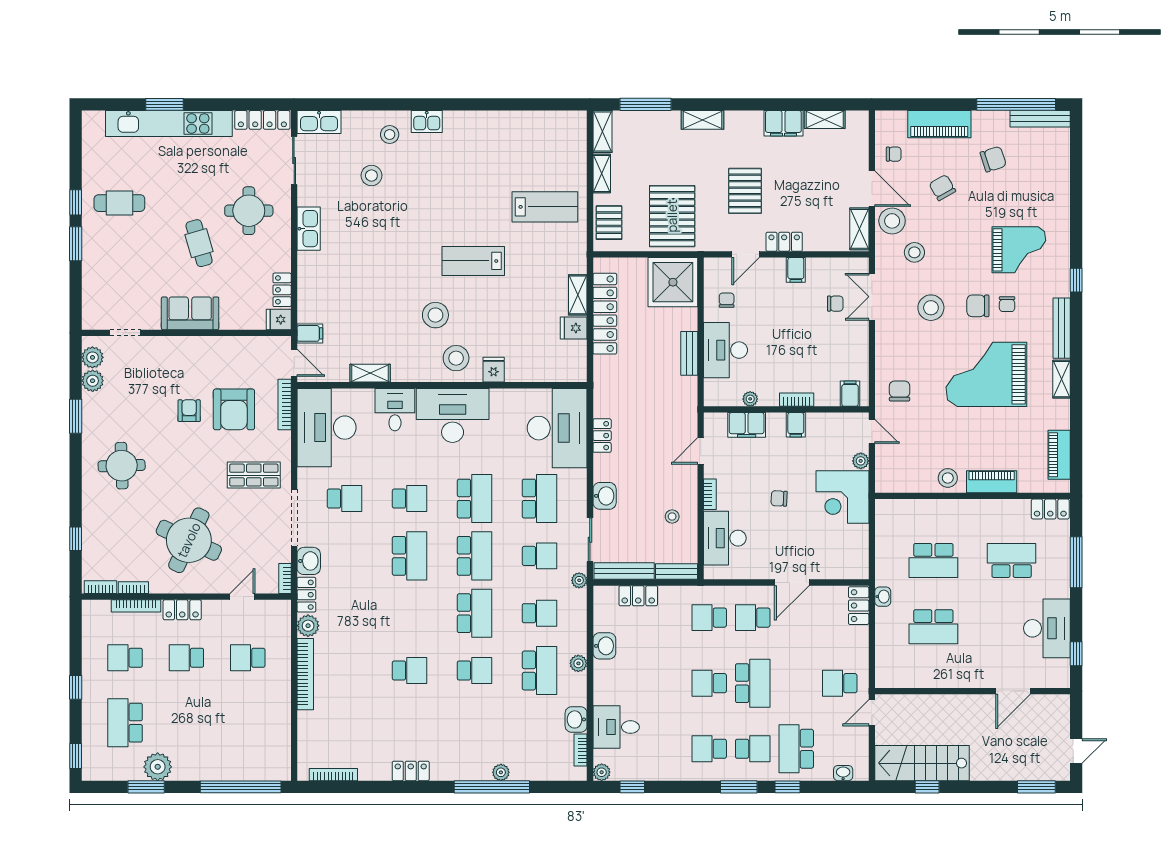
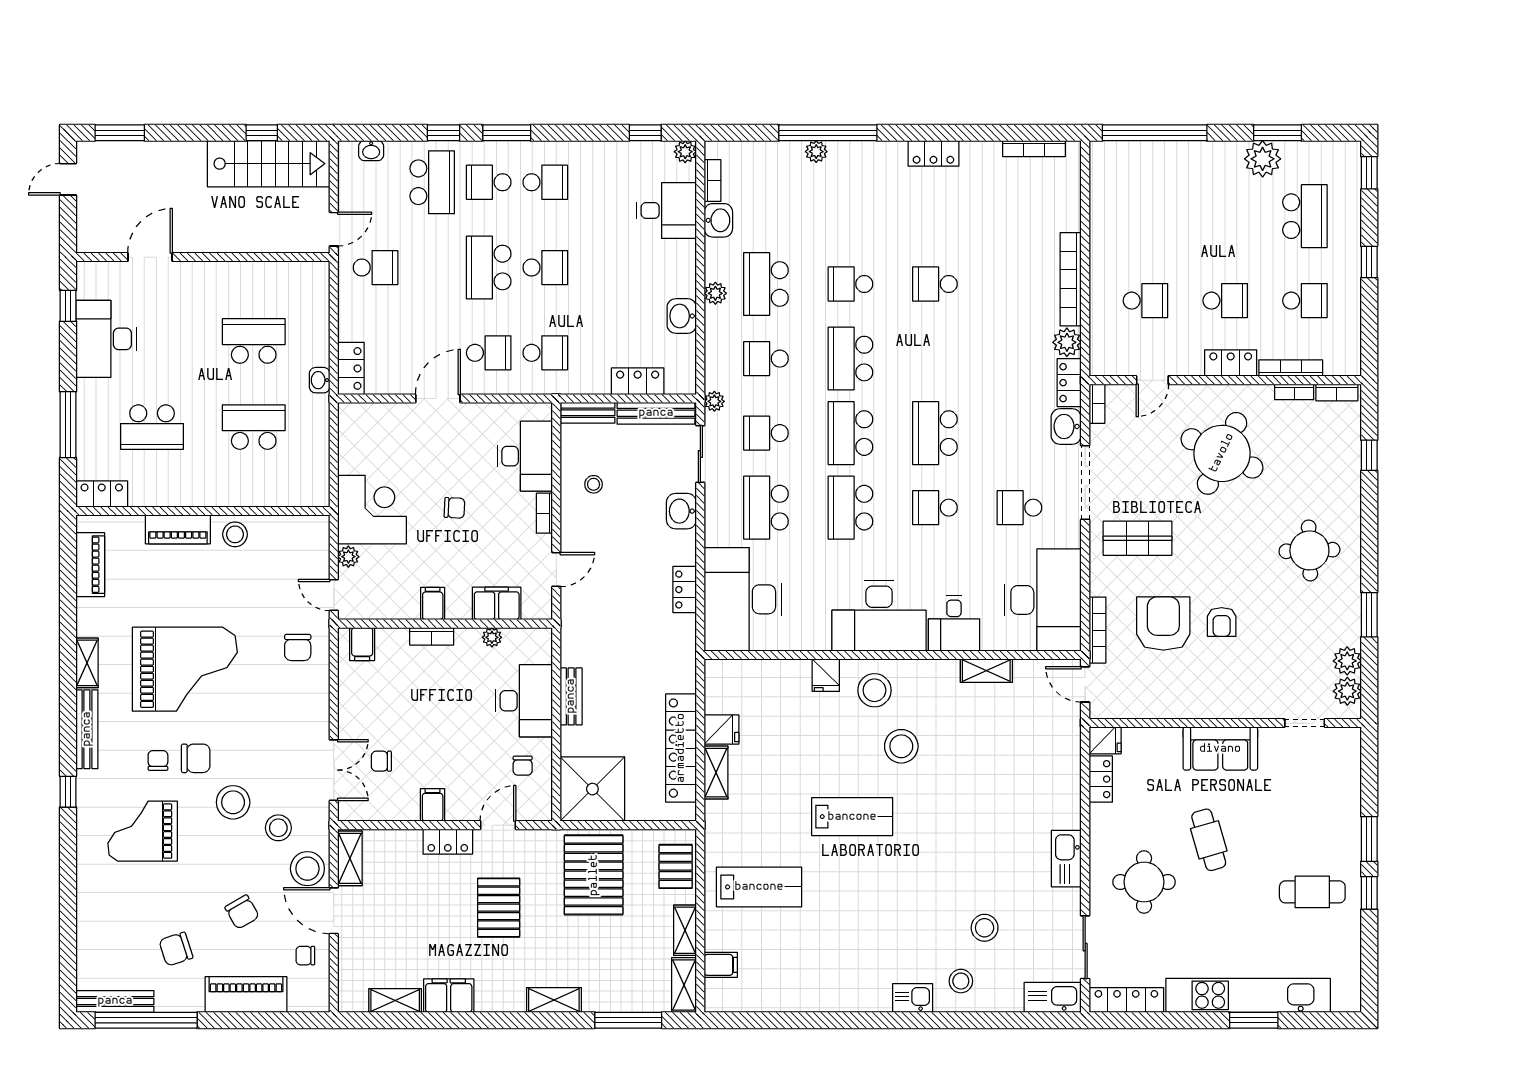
lab bench: (545, 207) -> (759, 887), turned 180
stool: (931, 308) -> (233, 802), moved
filing cabinet: (310, 333) -> (721, 965), moved, turned 180

